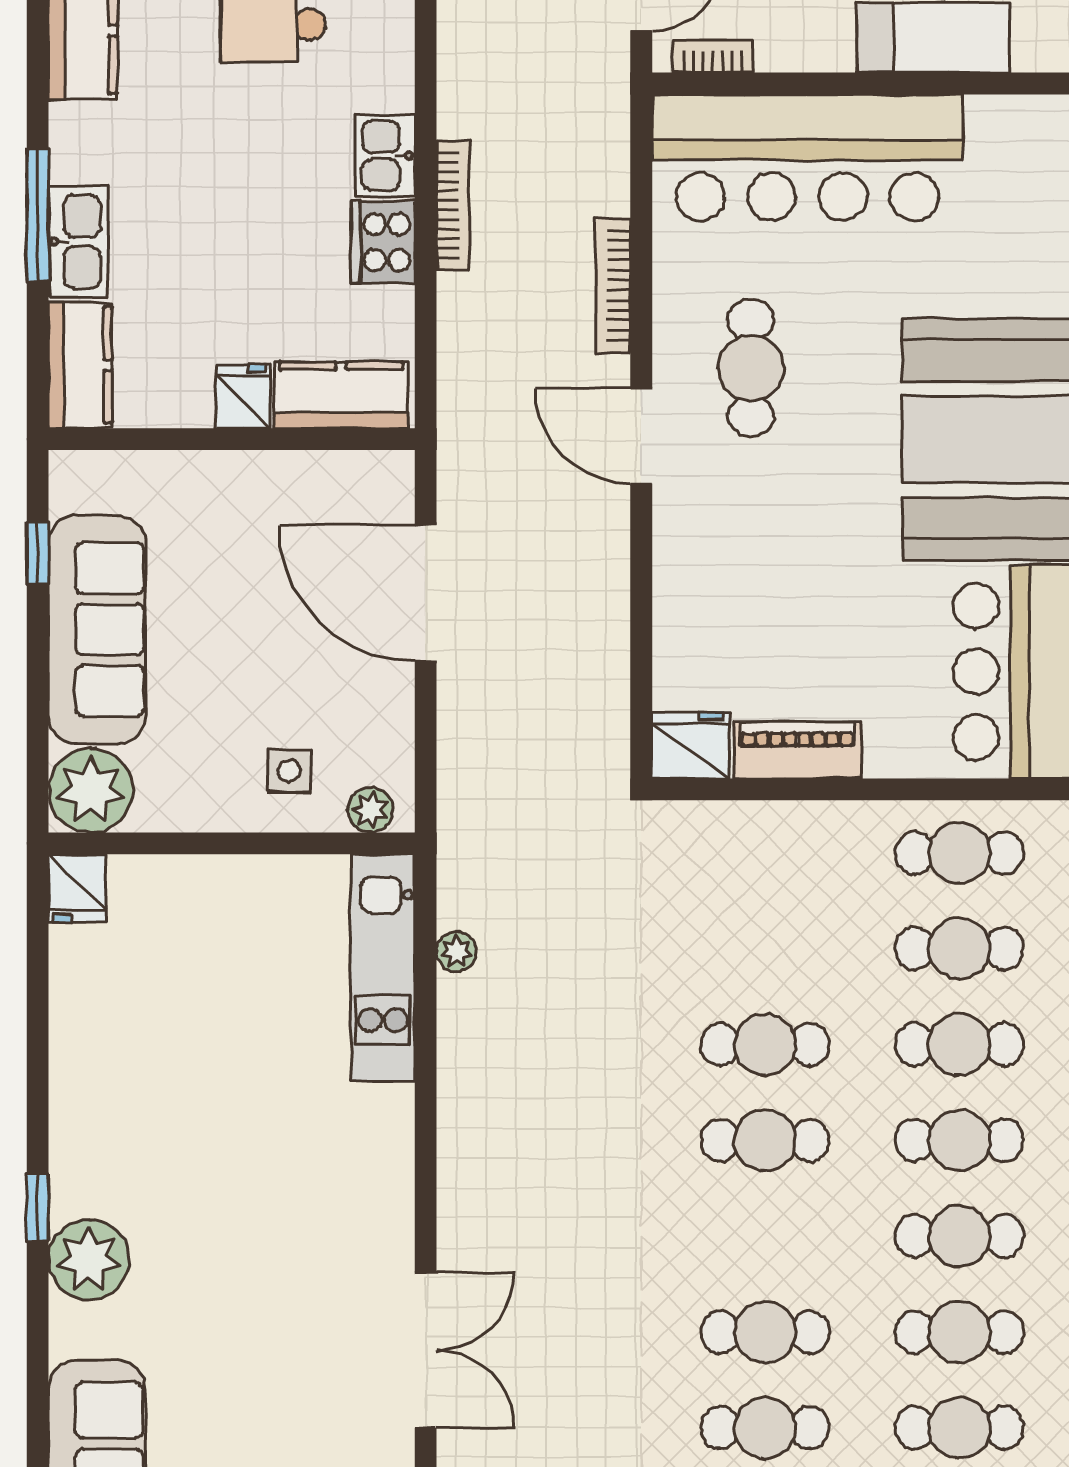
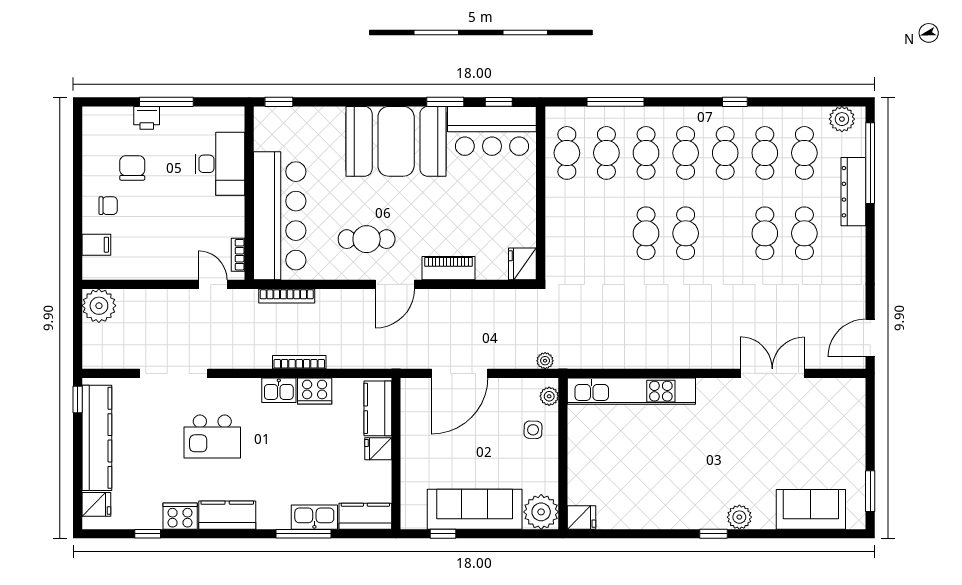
bookcase: (613, 286) -> (287, 296), moved
piano: (797, 750) -> (448, 268), moved, turned 90
plant: (457, 952) -> (545, 361), moved
kitchen unit: (383, 968) -> (631, 391), width x1.36
plant: (89, 1260) -> (739, 517), width x0.73, depth x0.73

